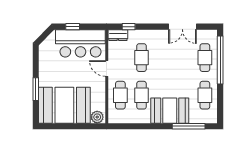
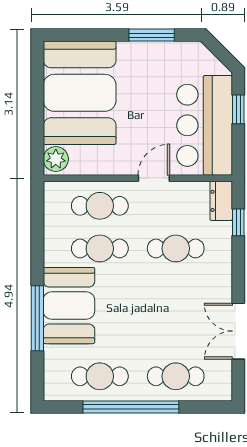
window: (220, 60) -> (131, 407), moved
window: (36, 89) -> (152, 35), moved
window: (189, 126) -> (37, 318), moved

